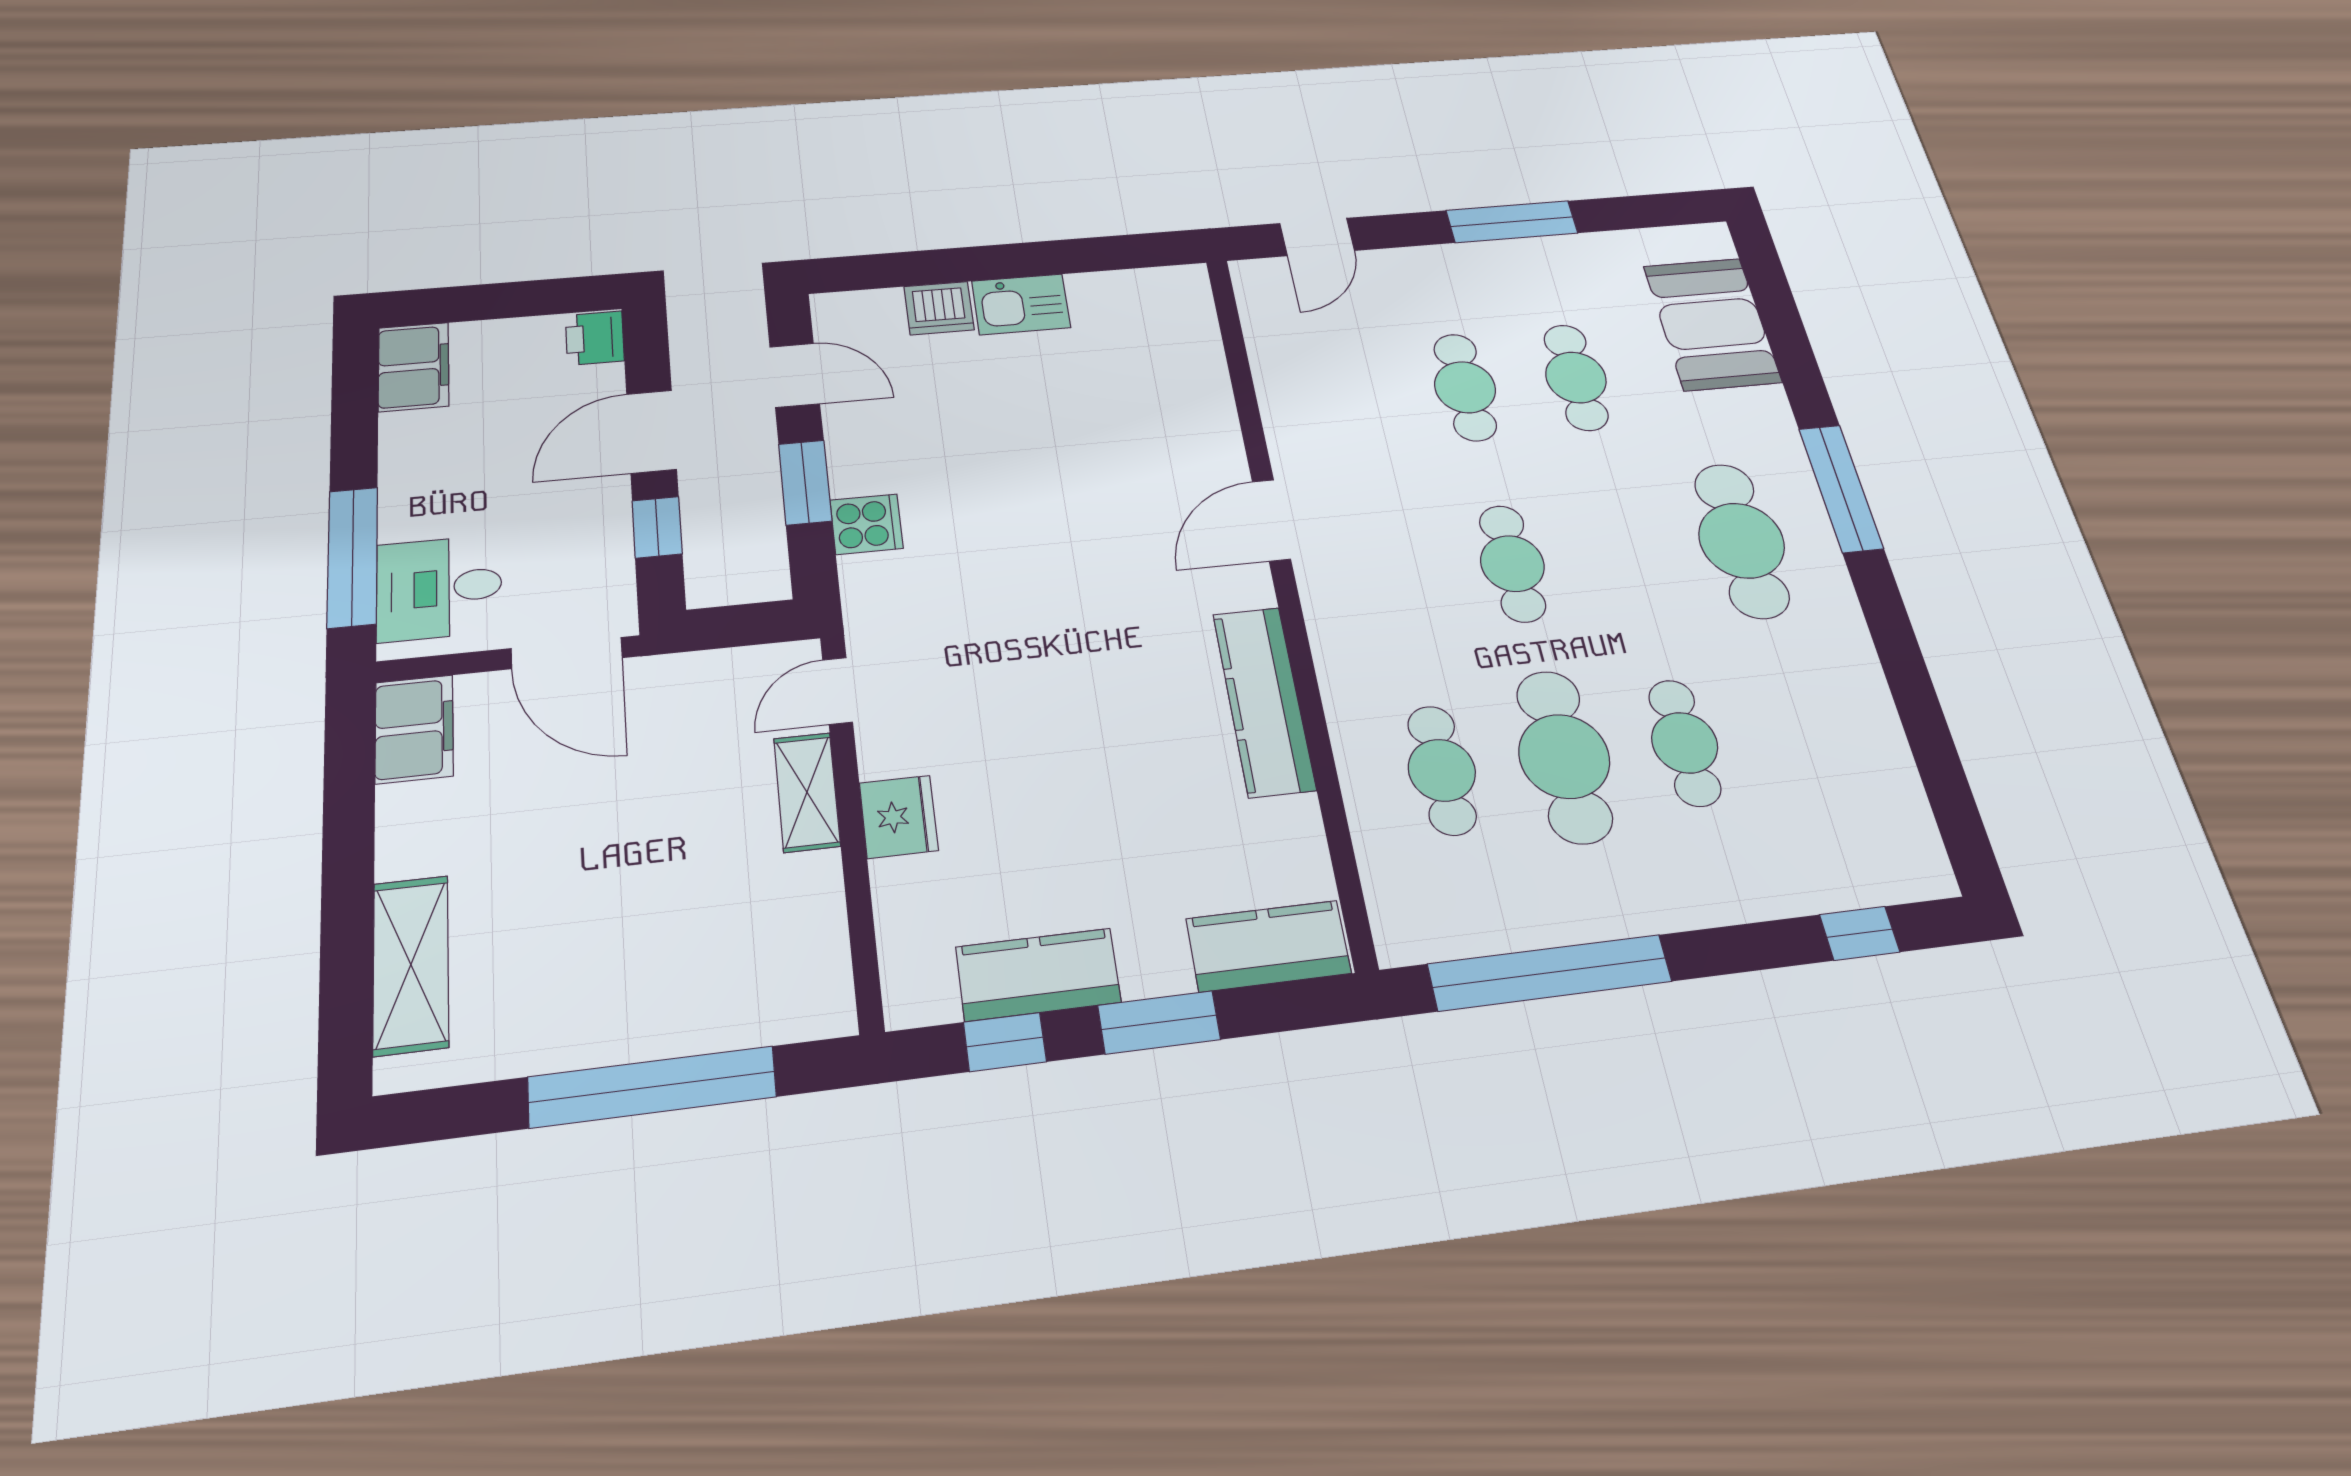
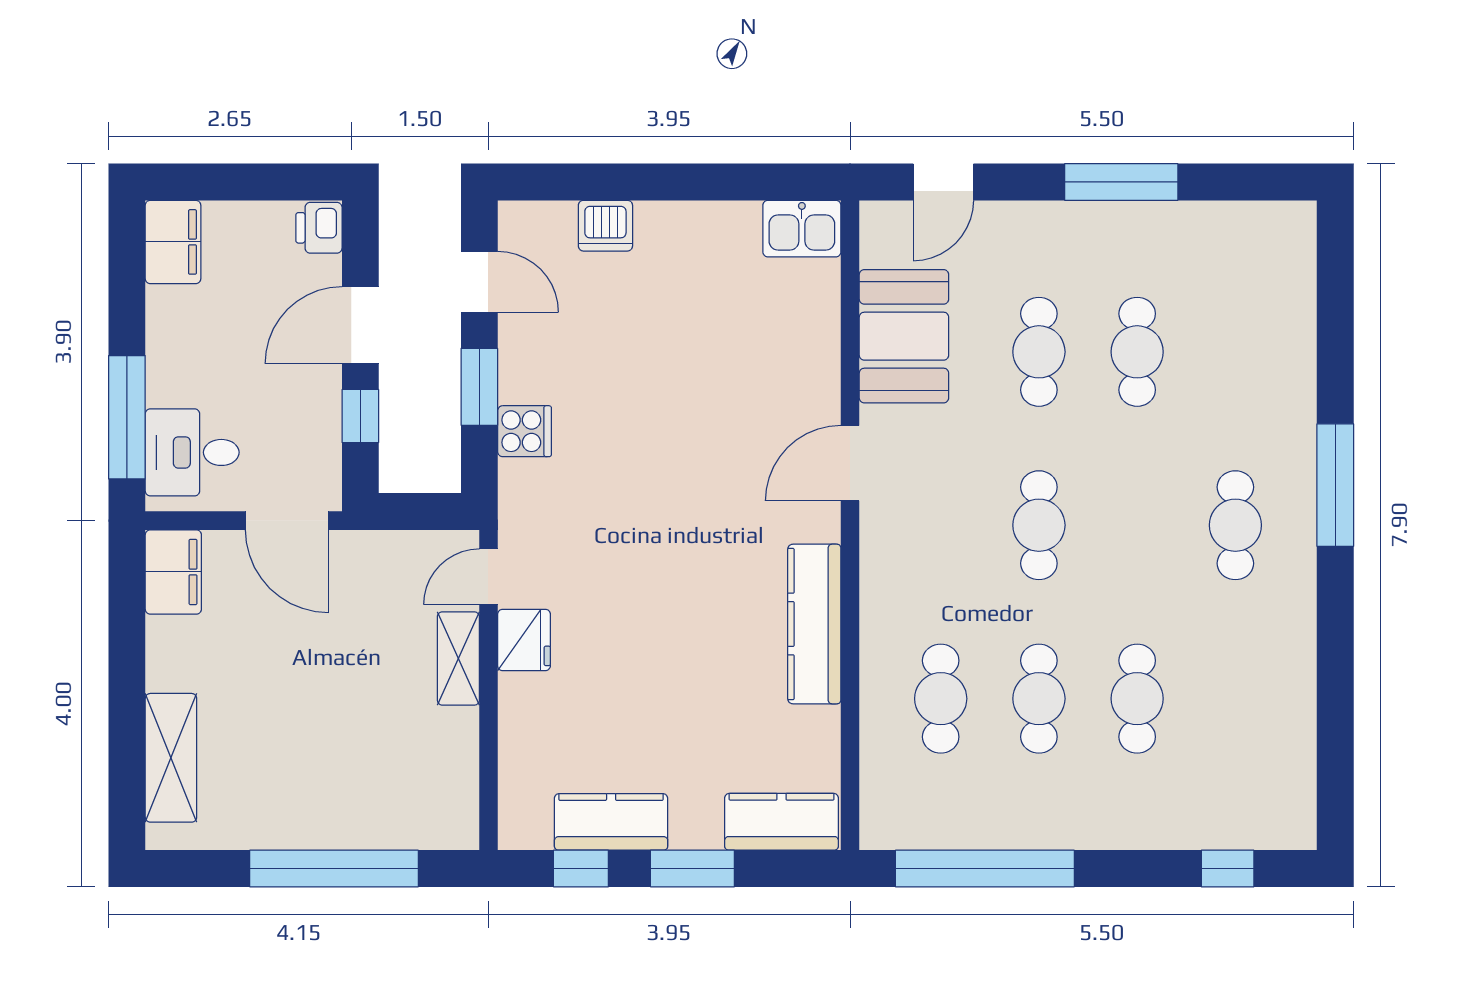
kitchen sink: (1021, 304) -> (802, 229), moved
booth: (1712, 324) -> (904, 336), moved
cafe table: (1742, 541) -> (1235, 525), width x0.73, depth x0.74
cafe table: (1564, 756) -> (1039, 699), width x0.73, depth x0.74
fridge: (899, 817) -> (524, 640), moved

